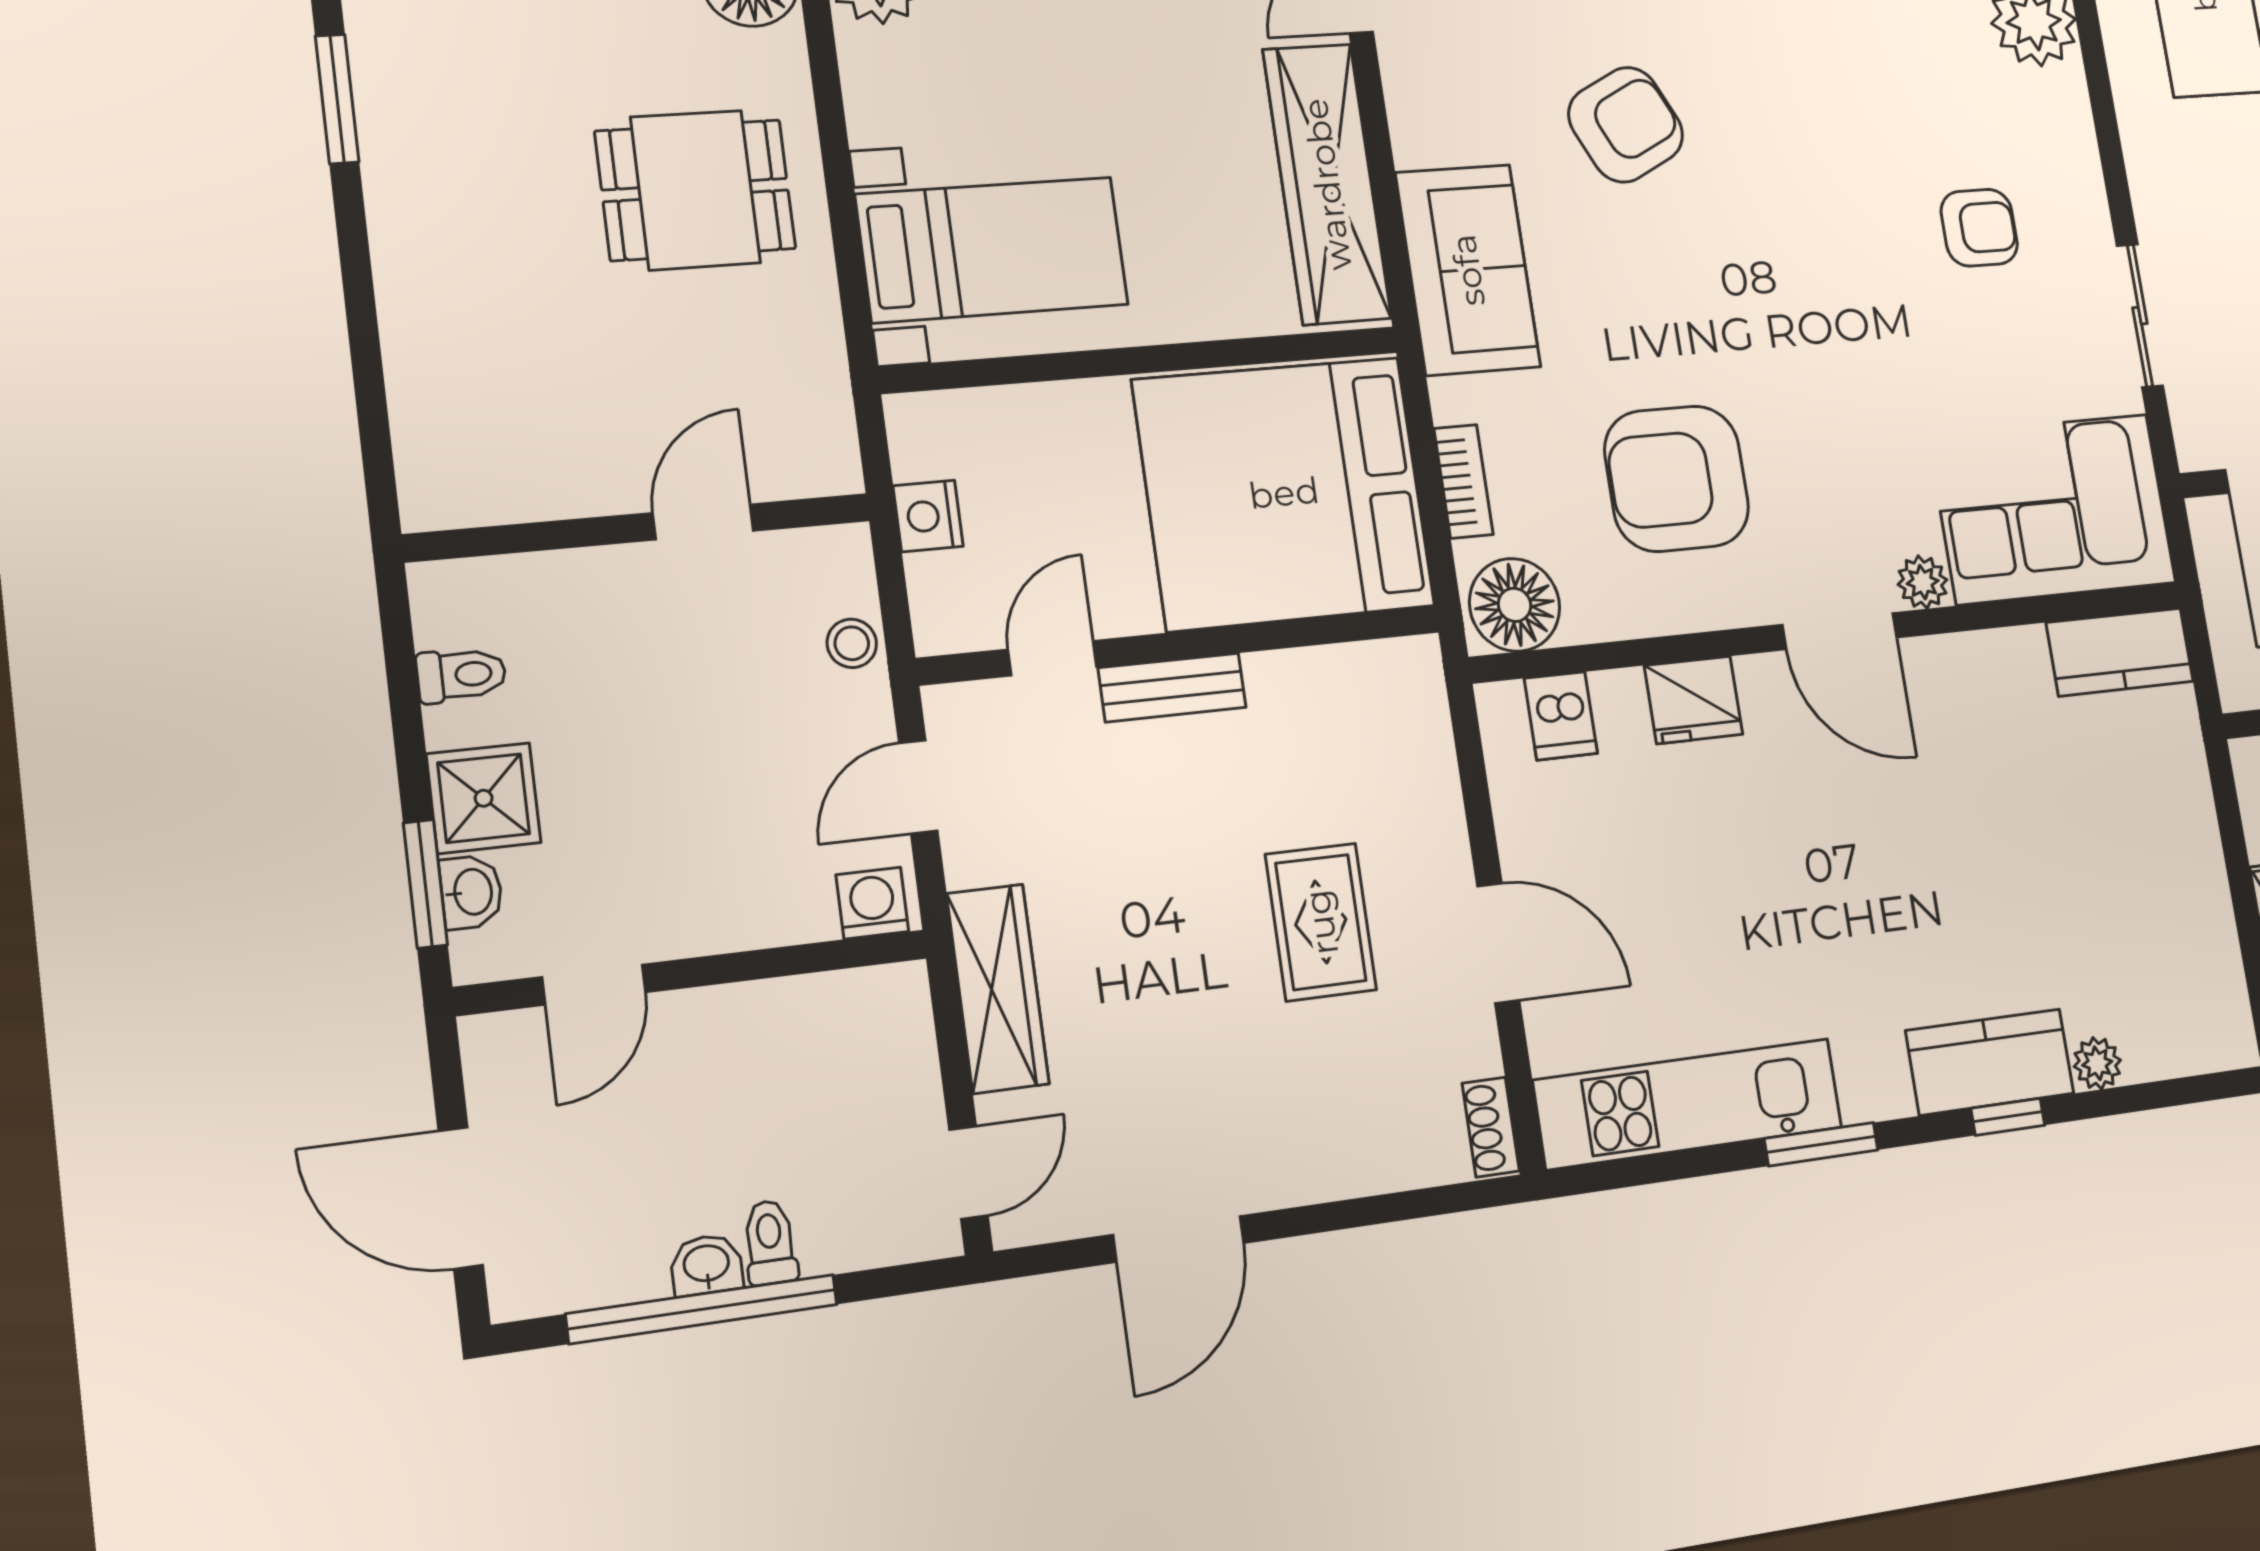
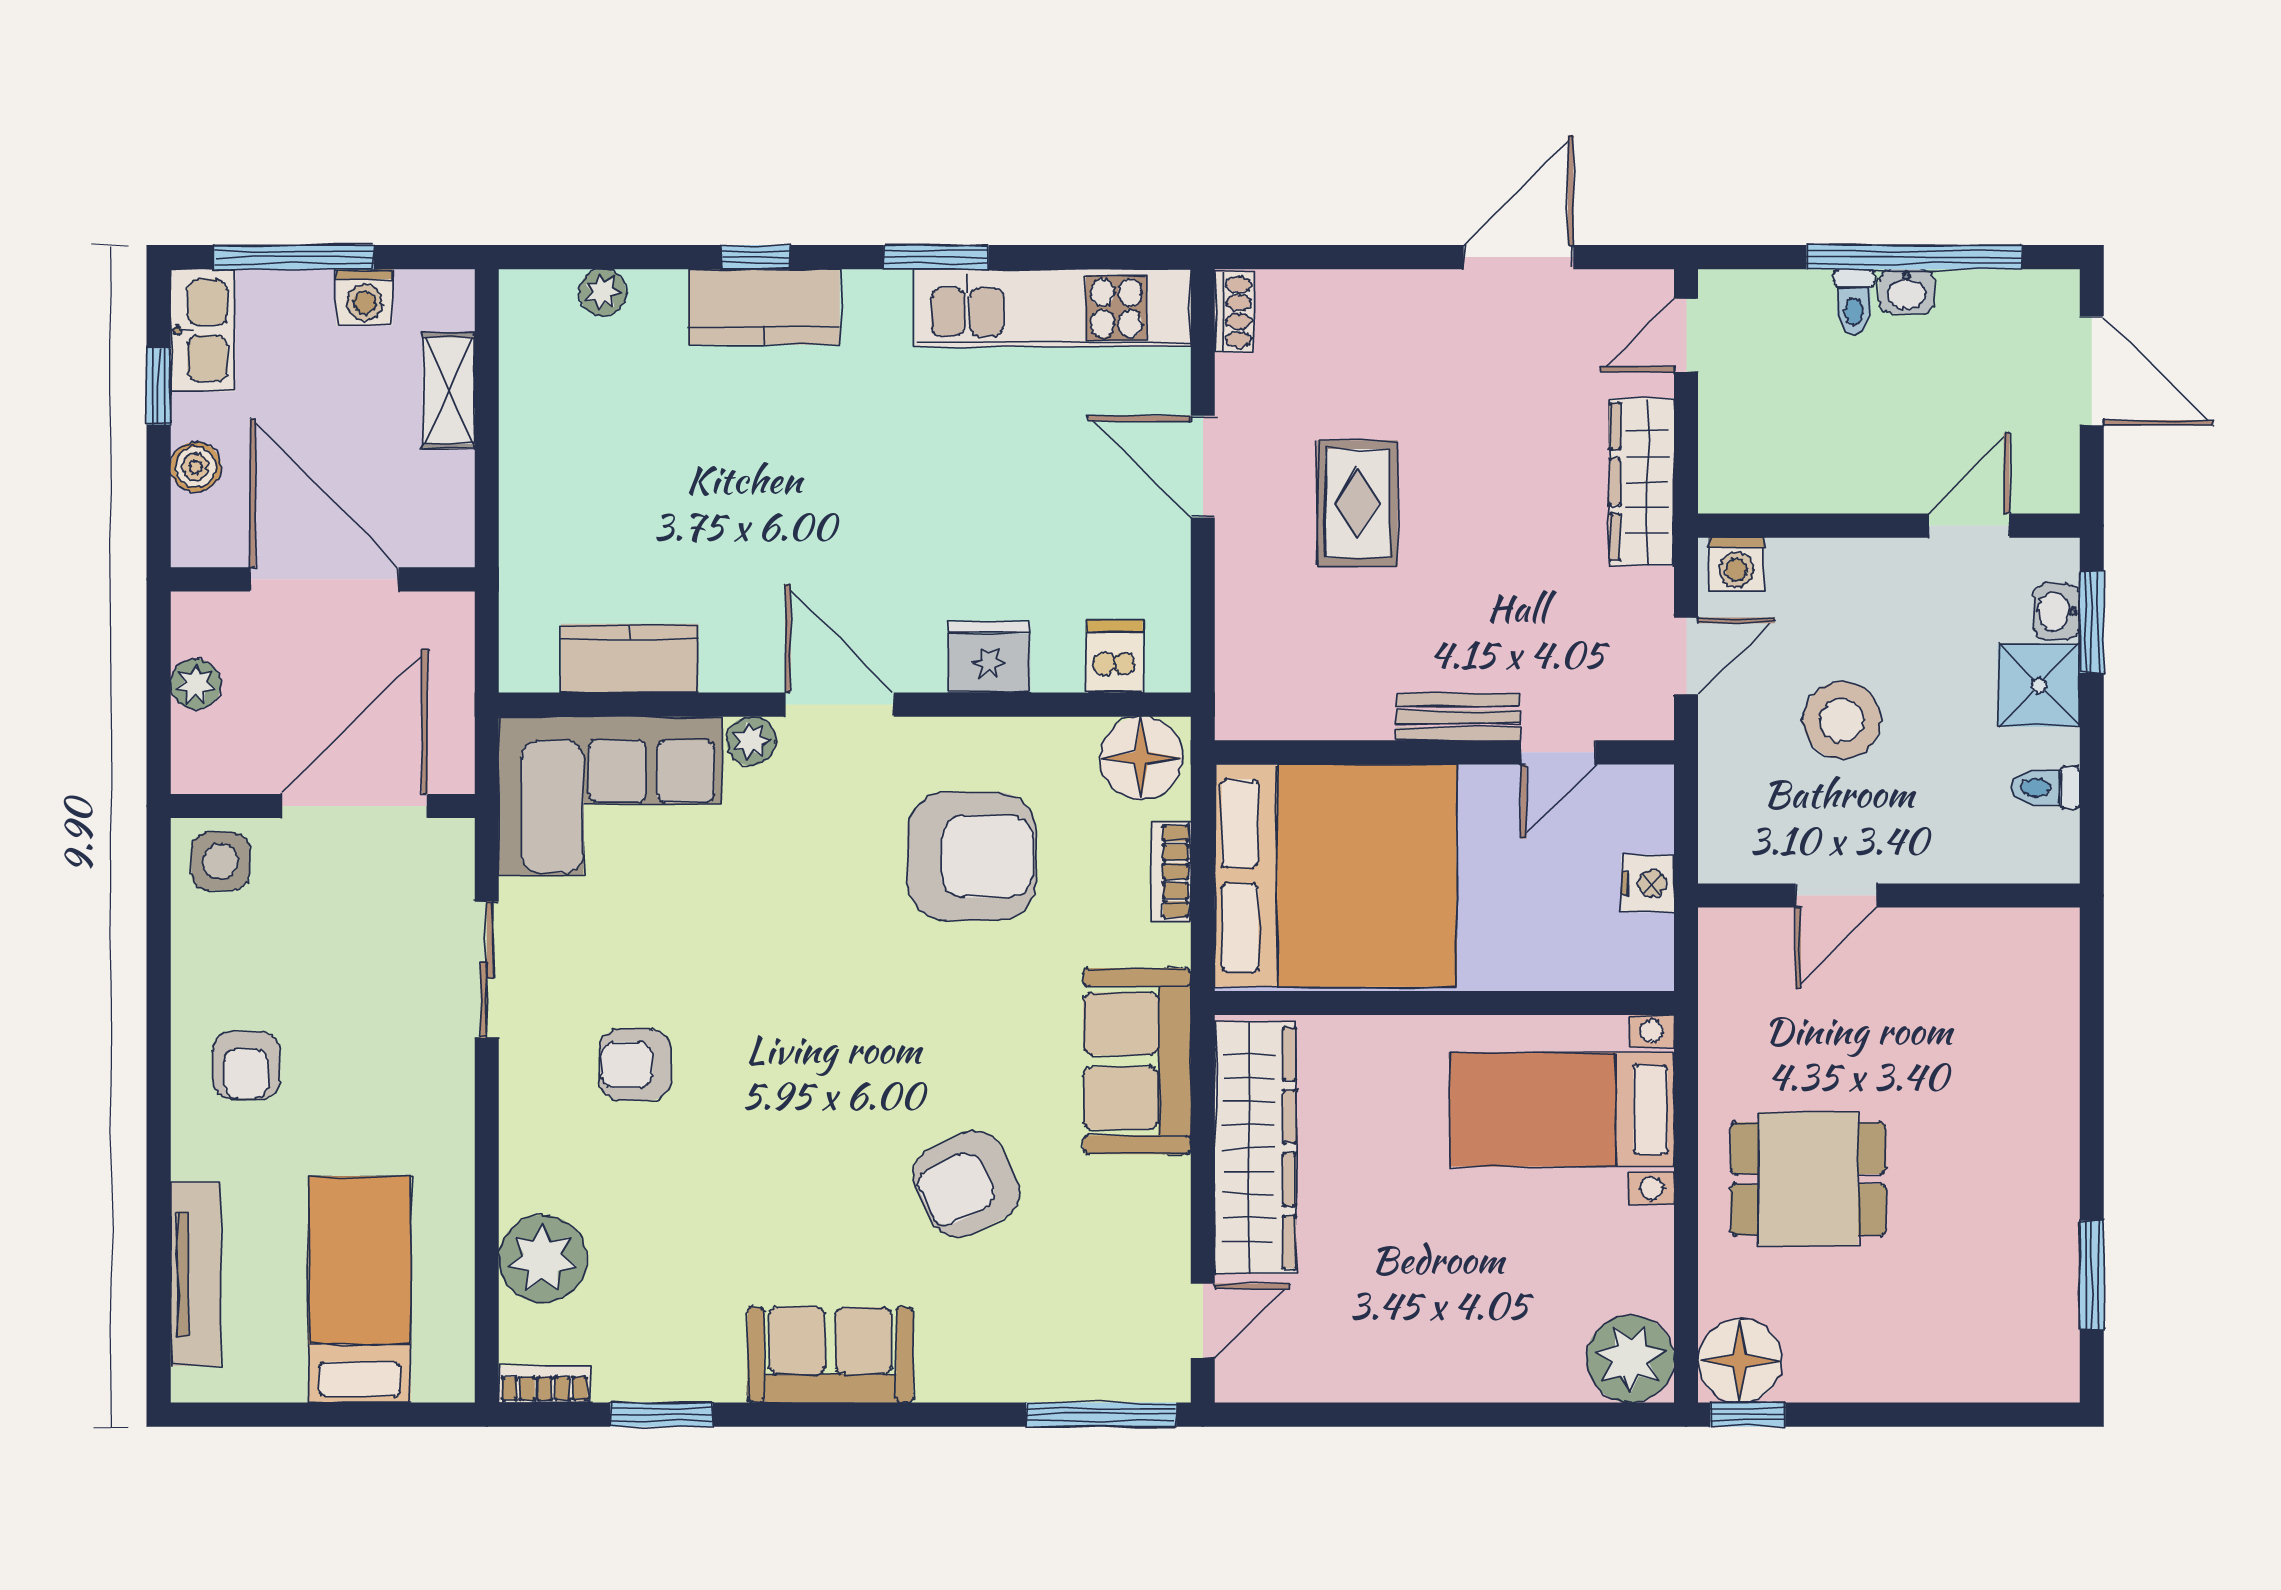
stool: (852, 643) -> (1842, 720), moved, width x1.89, depth x1.89
kitchen counter: (2120, 652) -> (630, 658), moved
plant: (2097, 1063) -> (603, 292), moved

